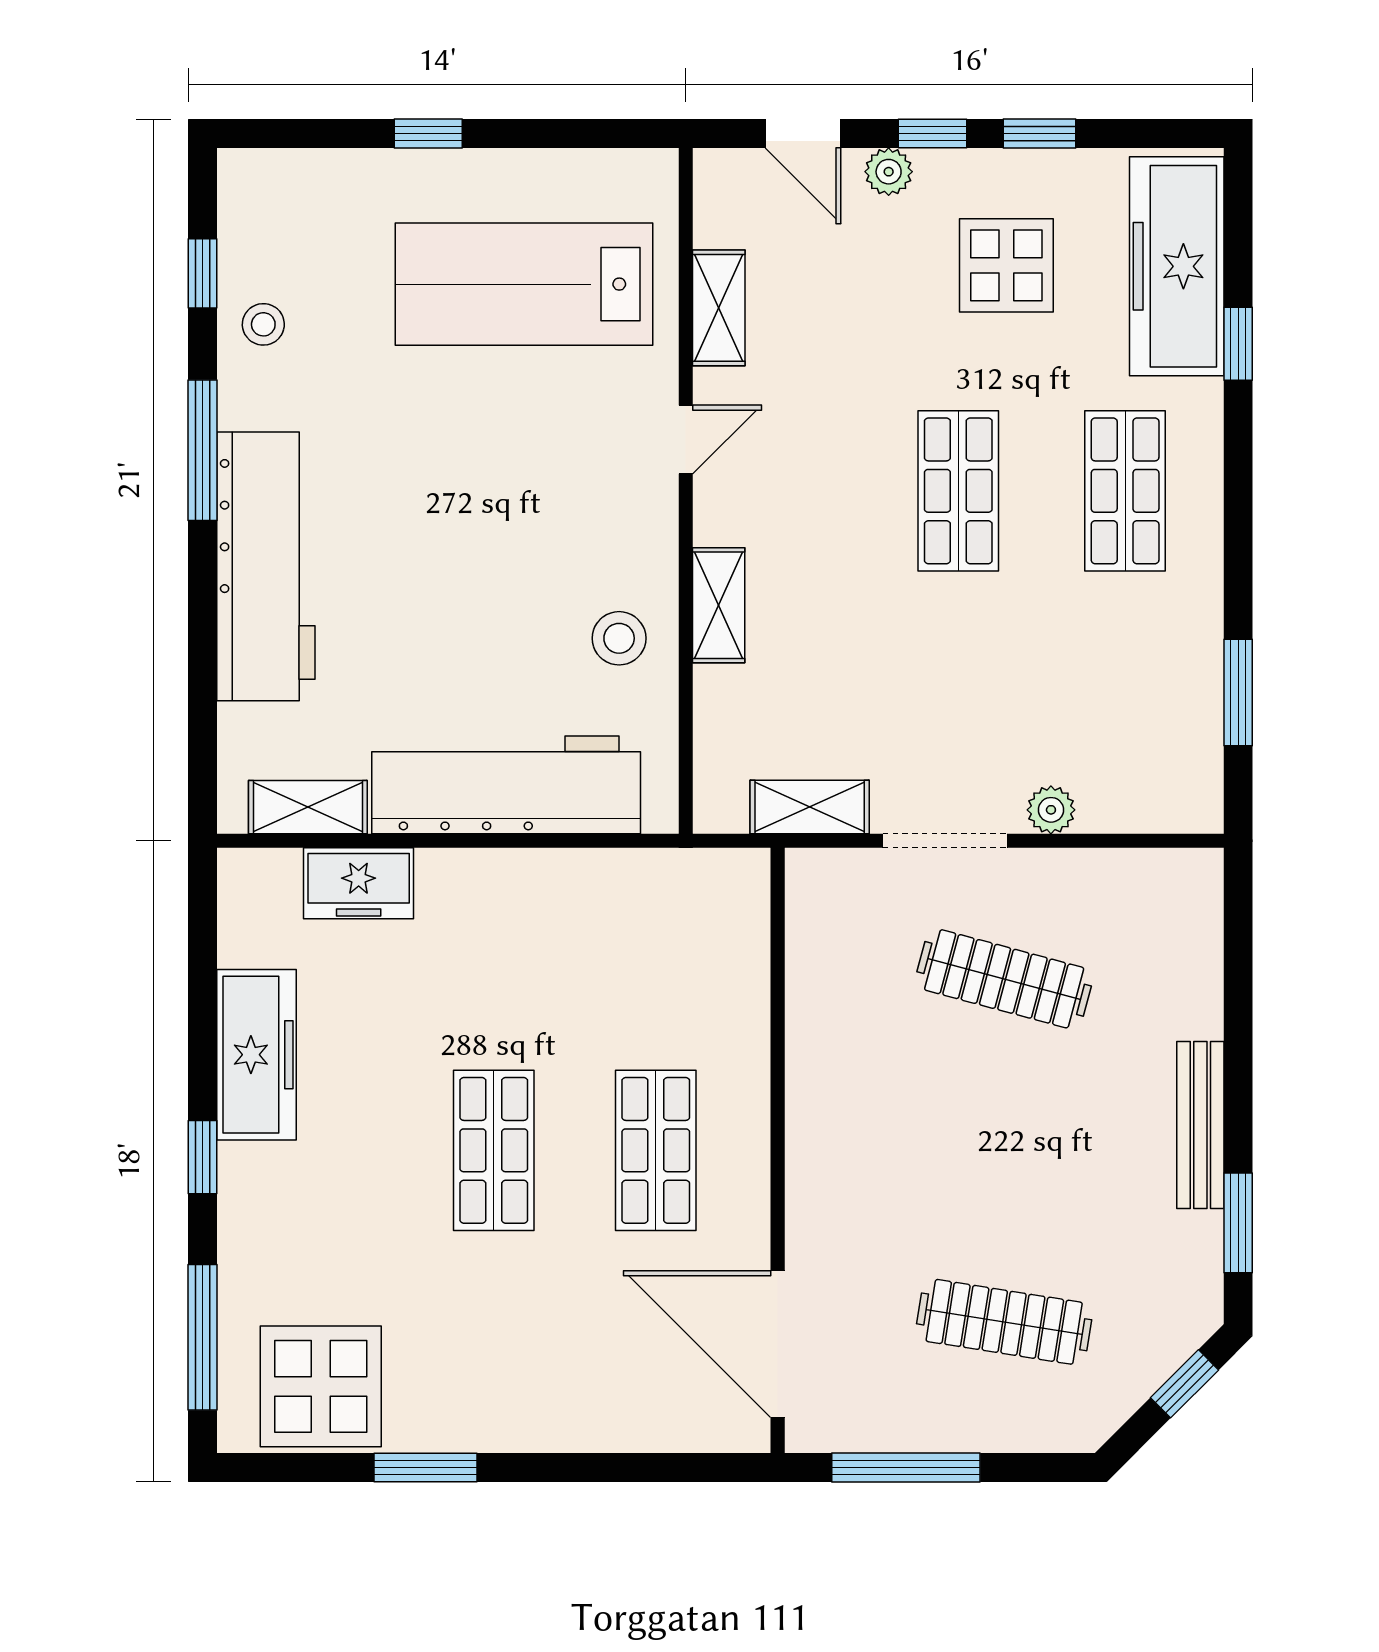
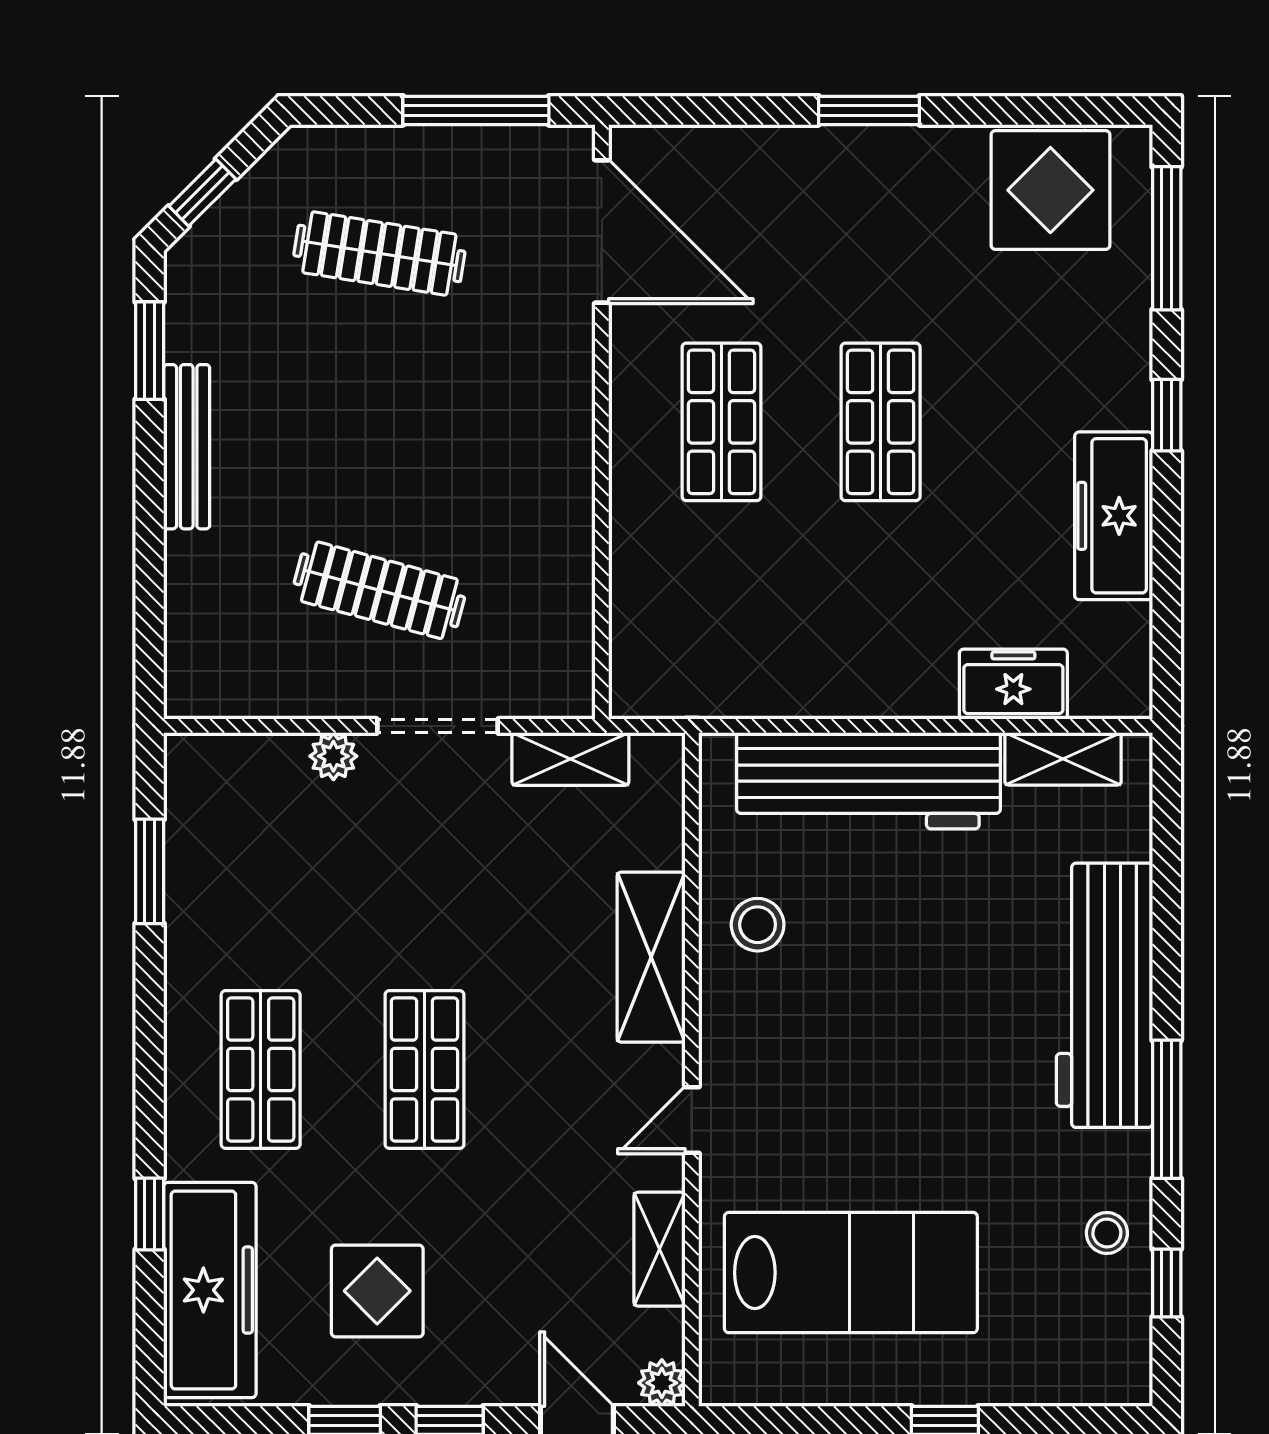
plant: (889, 172) -> (662, 1383), moved
shelving: (719, 605) -> (651, 957), width x1.50, depth x1.33
window: (426, 1467) -> (869, 110), moved

